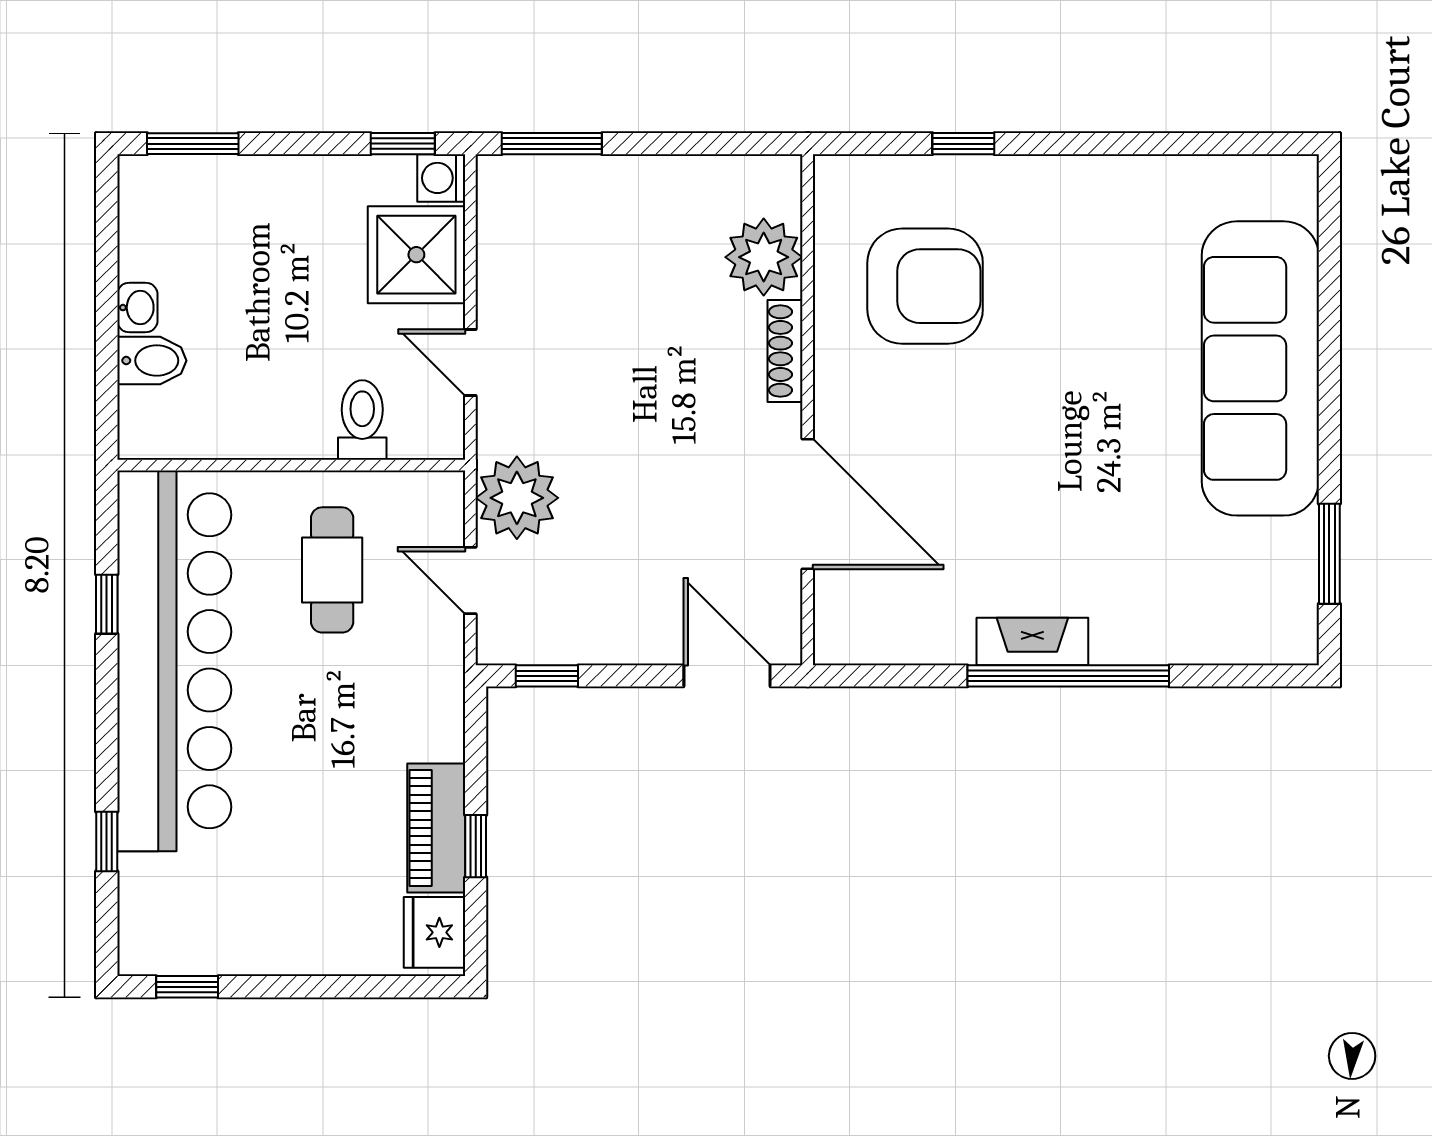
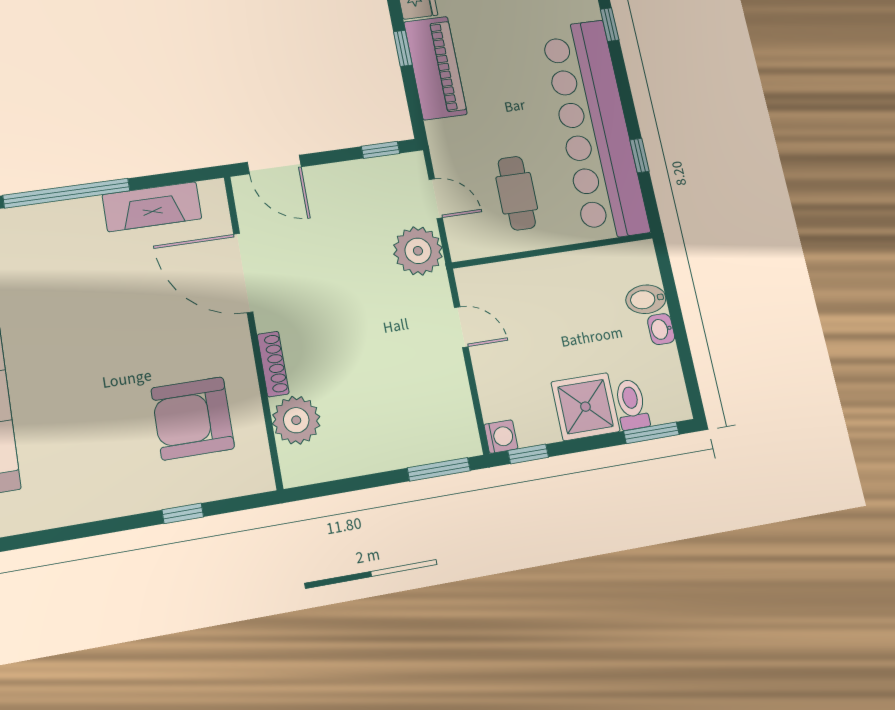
shower: (416, 255) -> (585, 407), moved
toilet: (362, 420) -> (631, 404), moved, turned 180
fireplace: (1032, 641) -> (152, 207), moved, width x1.37, depth x1.32
piano: (436, 828) -> (435, 68), width x1.37, depth x1.33

